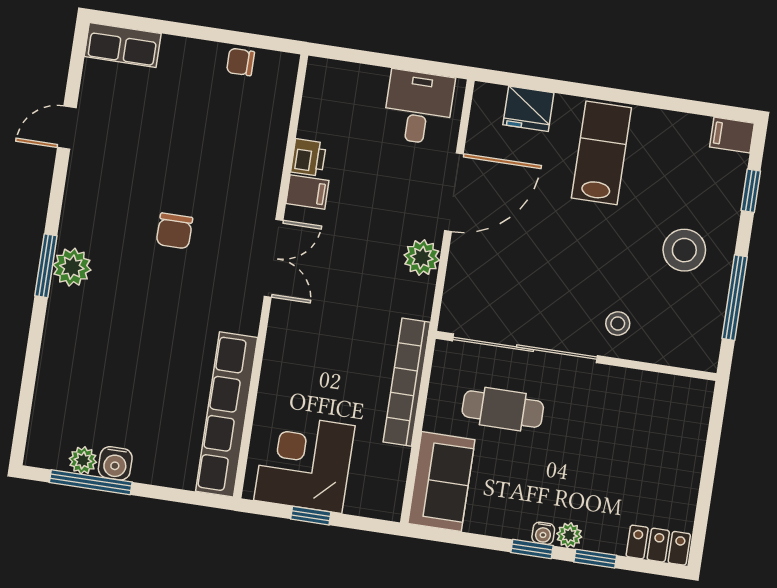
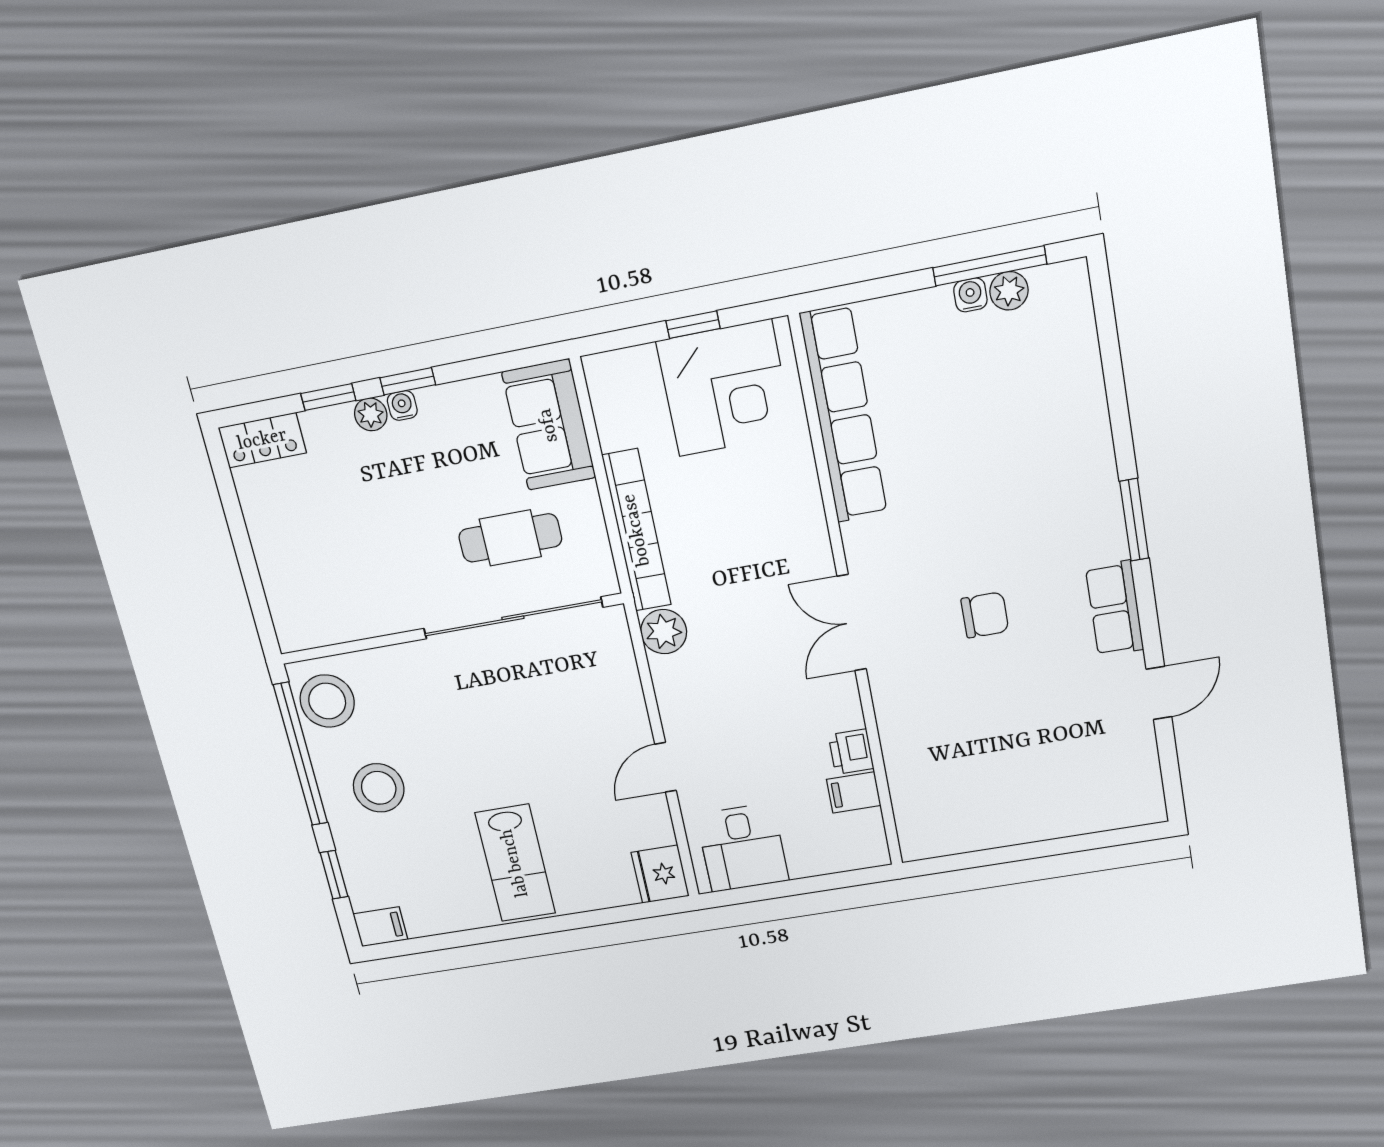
row of seats: (123, 45) -> (1115, 609), moved, turned -90
chair: (240, 62) -> (970, 833), removed
fridge: (528, 109) -> (660, 874), moved, turned -90
filing cabinet: (307, 192) -> (854, 792), moved
door: (454, 192) -> (665, 767), width x0.53
chair: (174, 231) -> (985, 615), turned 90
plant: (422, 258) -> (664, 632), moved
plant: (72, 267) -> (1100, 529), removed
window: (735, 298) -> (301, 754), width x1.46
stool: (618, 323) -> (327, 701), moved, width x1.89, depth x1.89
water cooler: (115, 463) -> (970, 295), width x0.72, depth x0.72

